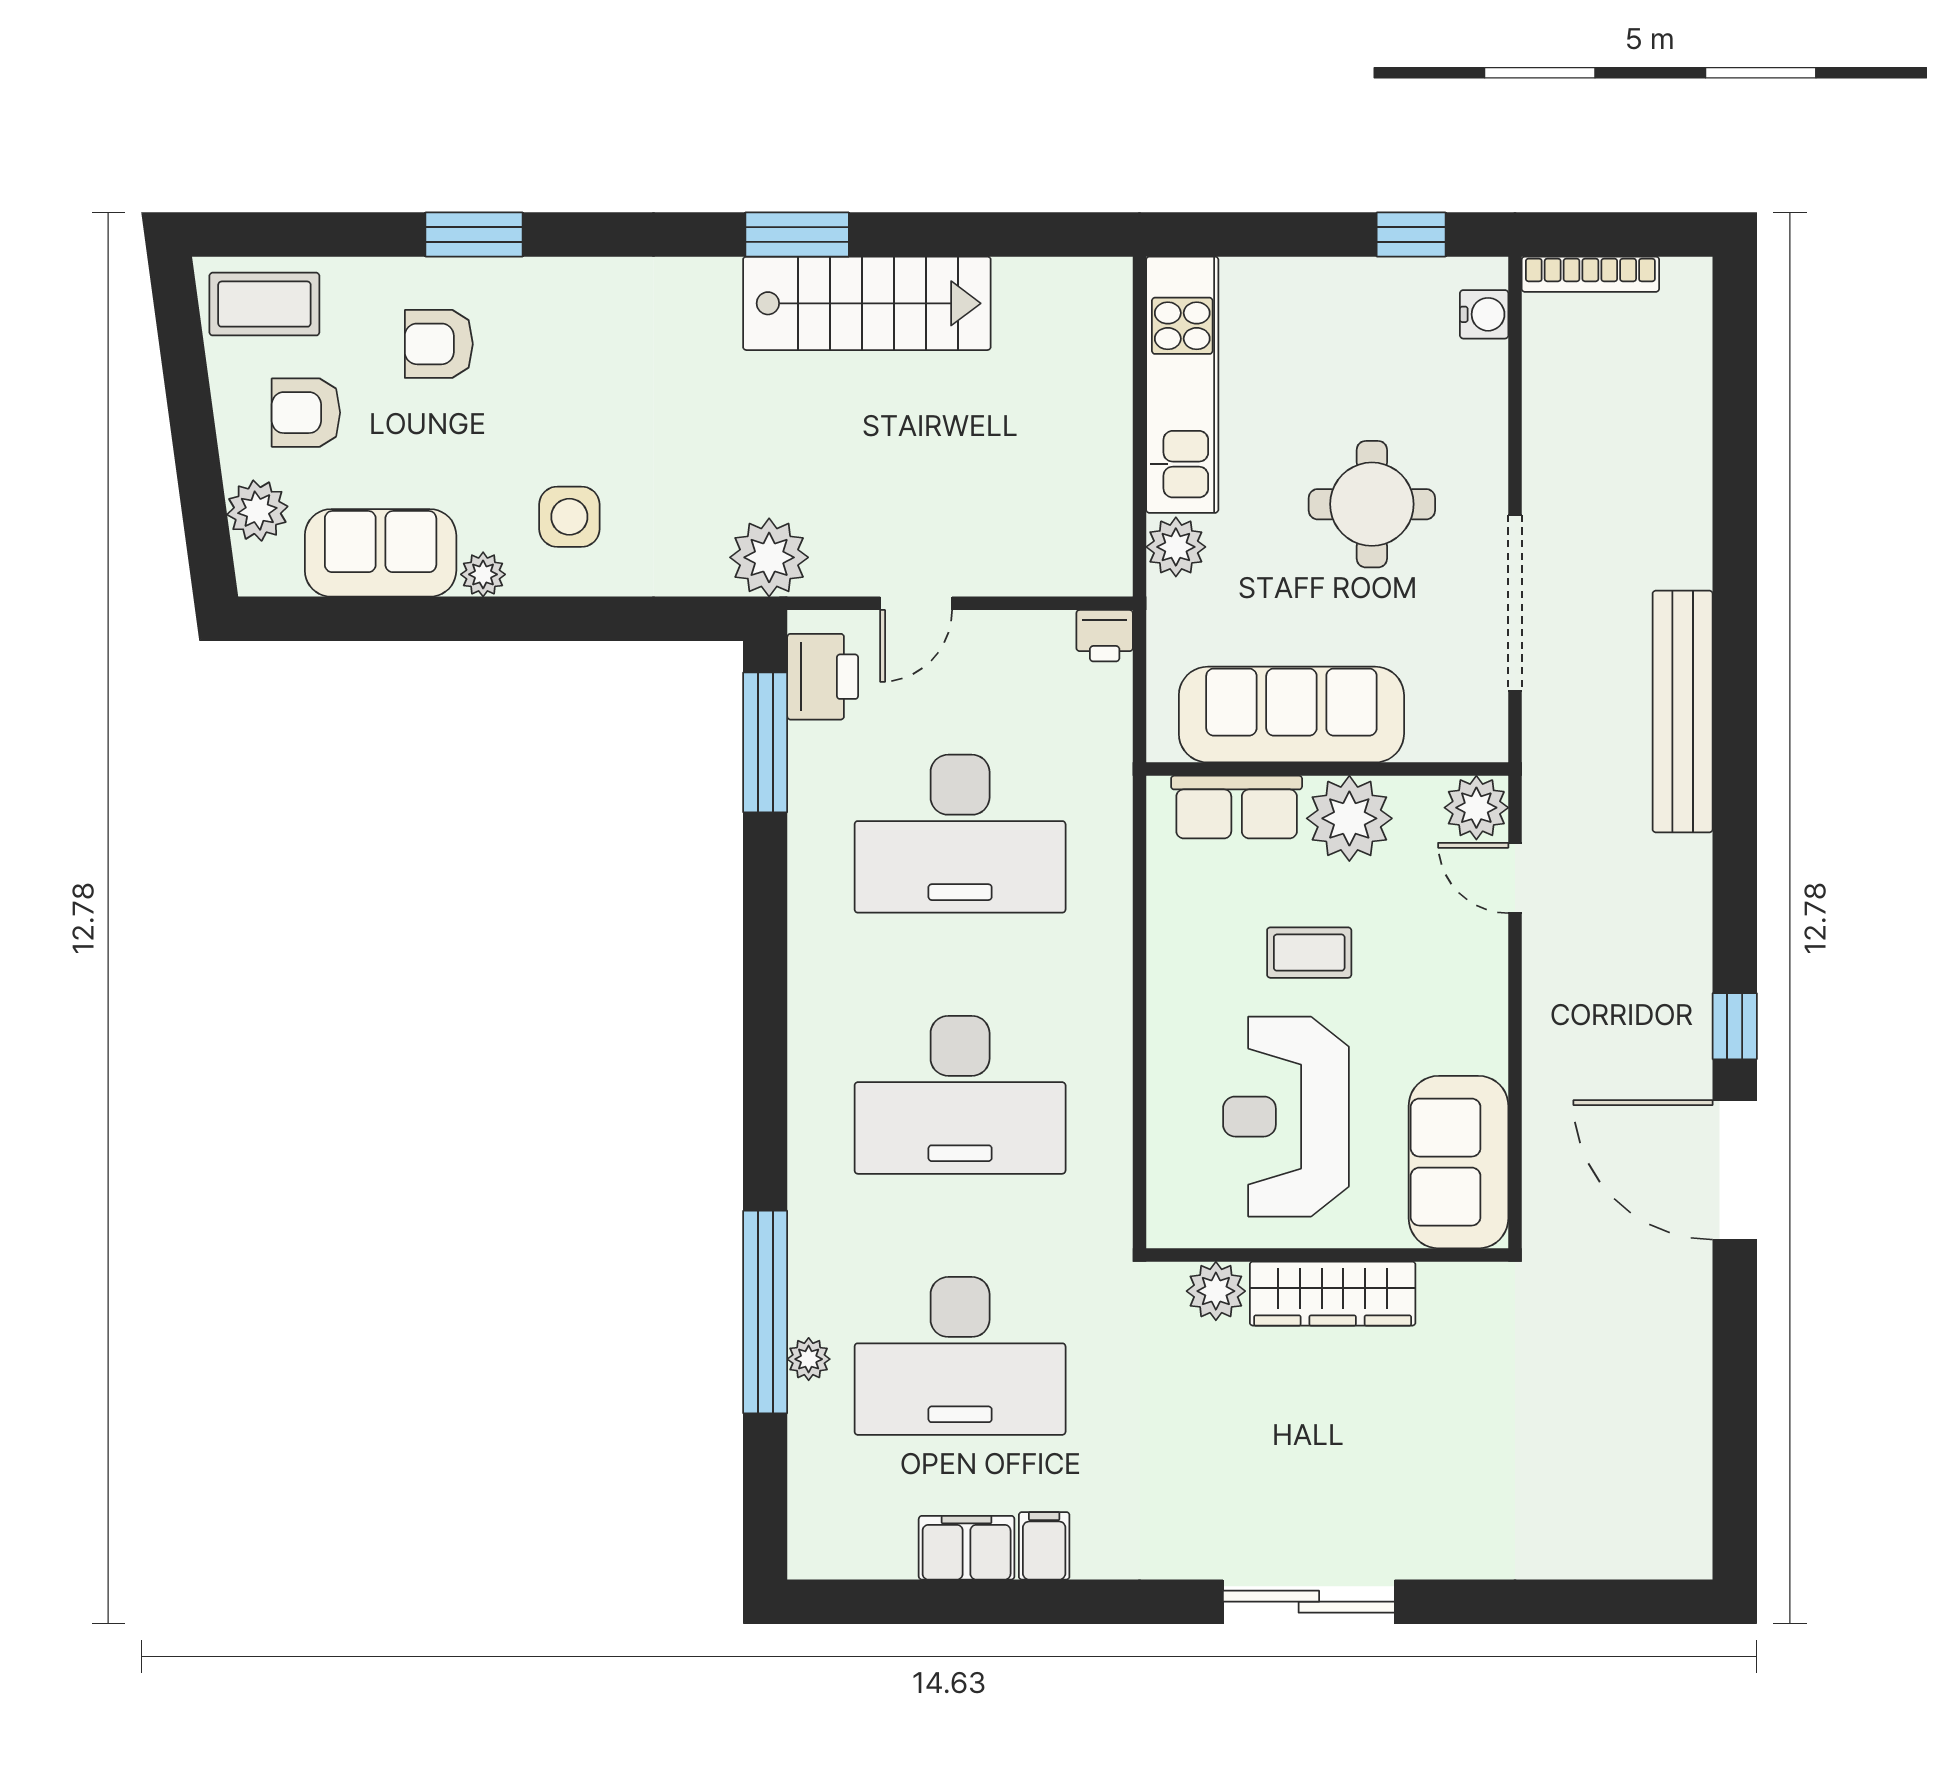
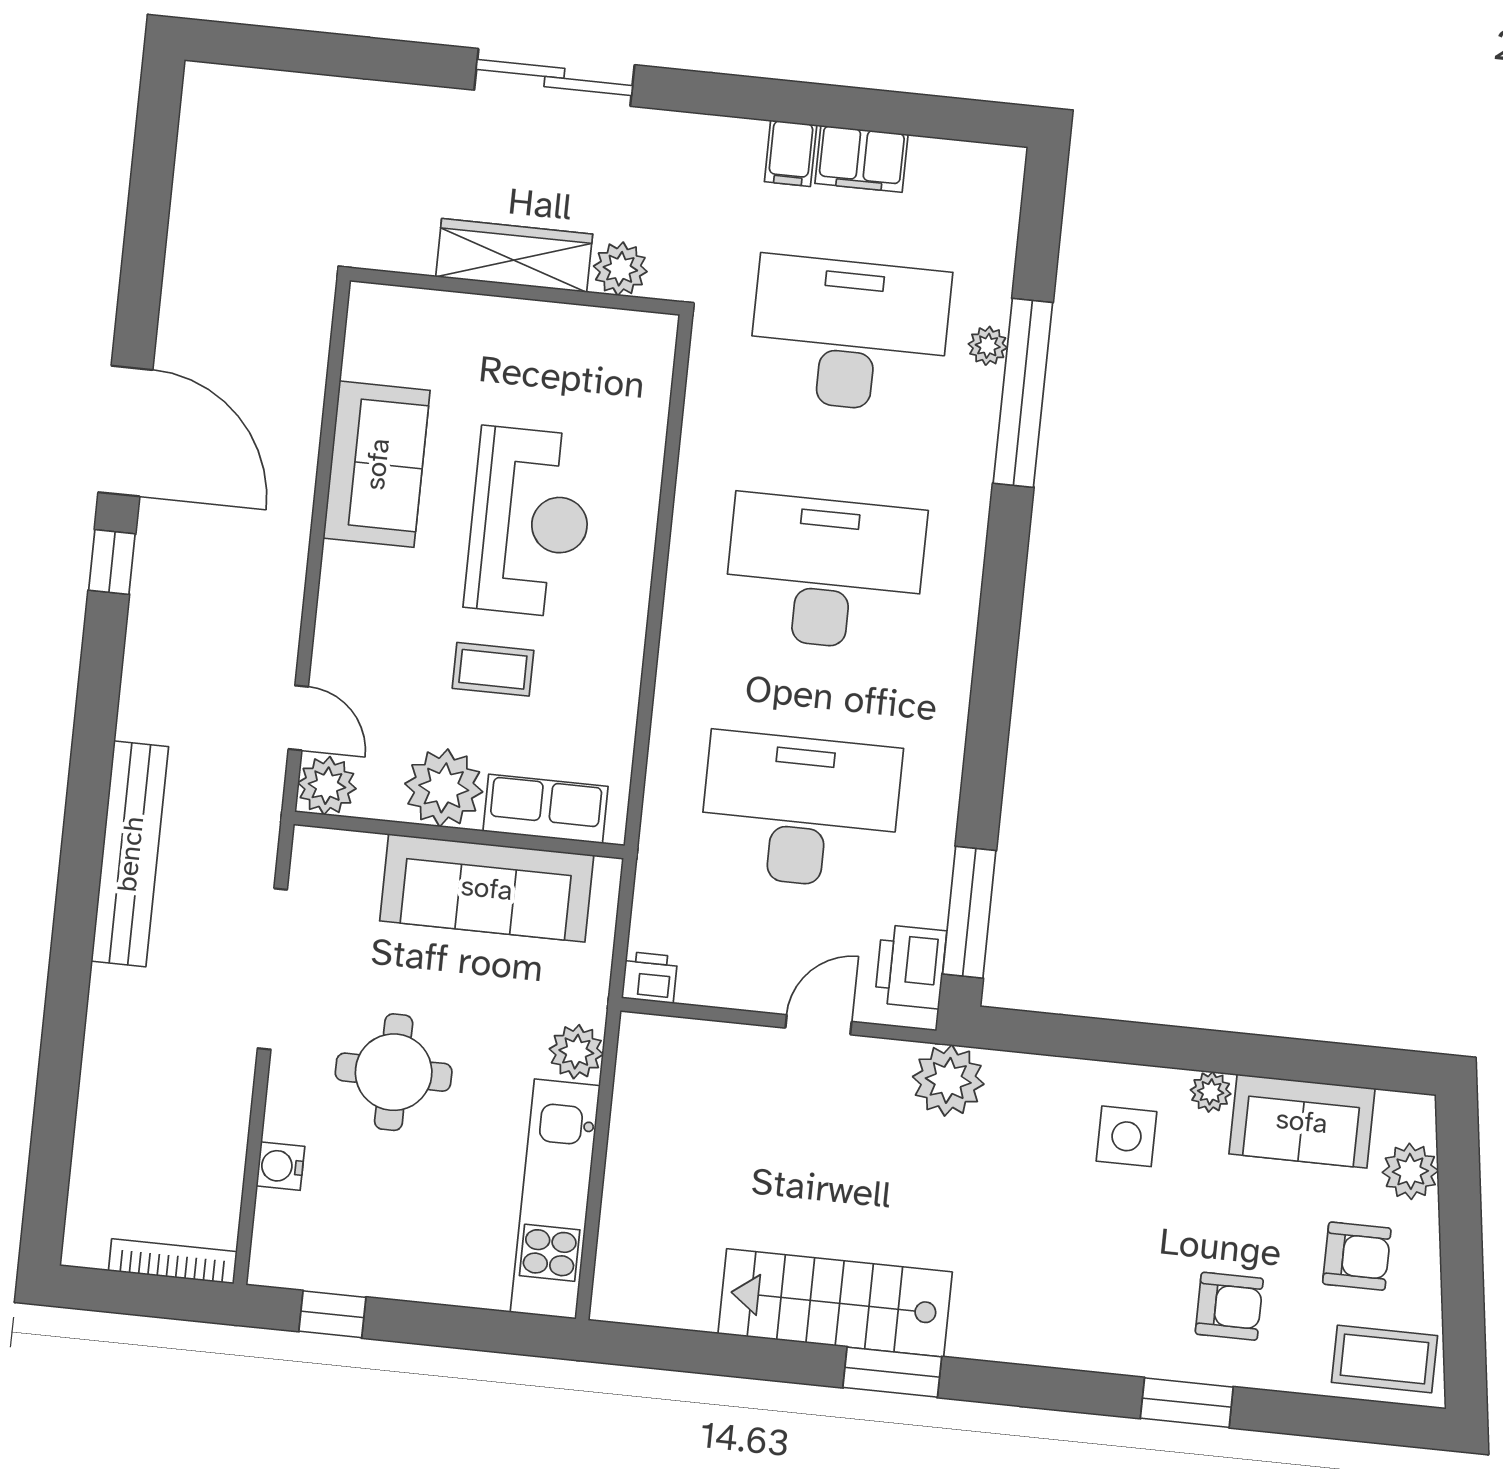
water cooler: (1484, 314) -> (280, 1166), moved
wall: (1327, 1255) -> (515, 291), moved
plant: (1216, 1291) -> (620, 269), moved
wardrobe: (1333, 1294) -> (514, 255), moved

